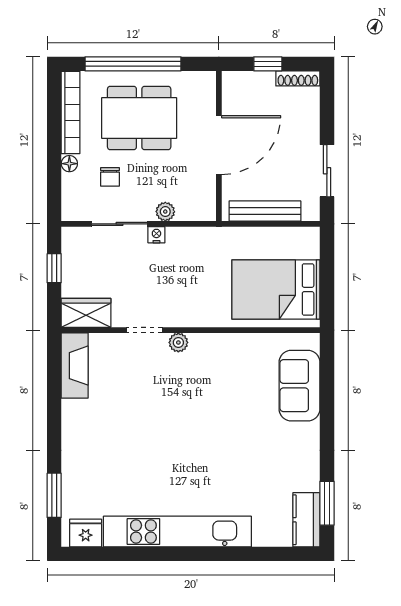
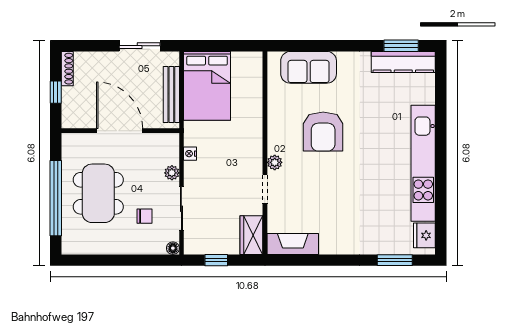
bookcase: (71, 112) -> (94, 247), removed
floor lamp: (69, 164) -> (173, 248), moved
nightstand: (156, 235) -> (190, 154), moved
bed: (276, 289) -> (207, 86), moved
armchair: (218, 404) -> (323, 132), added
kitchen counter: (306, 520) -> (403, 62), width x1.50

